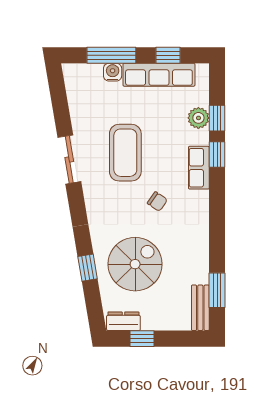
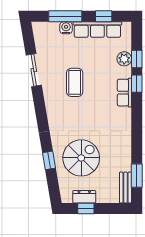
coffee table: (125, 153) -> (75, 82), width x0.73, depth x0.76
sliding door: (69, 159) -> (34, 70), moved
chair: (157, 201) -> (96, 115), removed
dresser: (123, 321) -> (84, 197), moved

